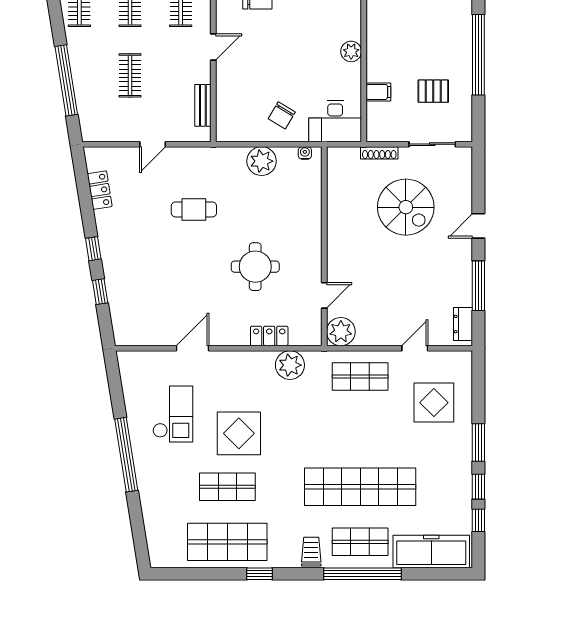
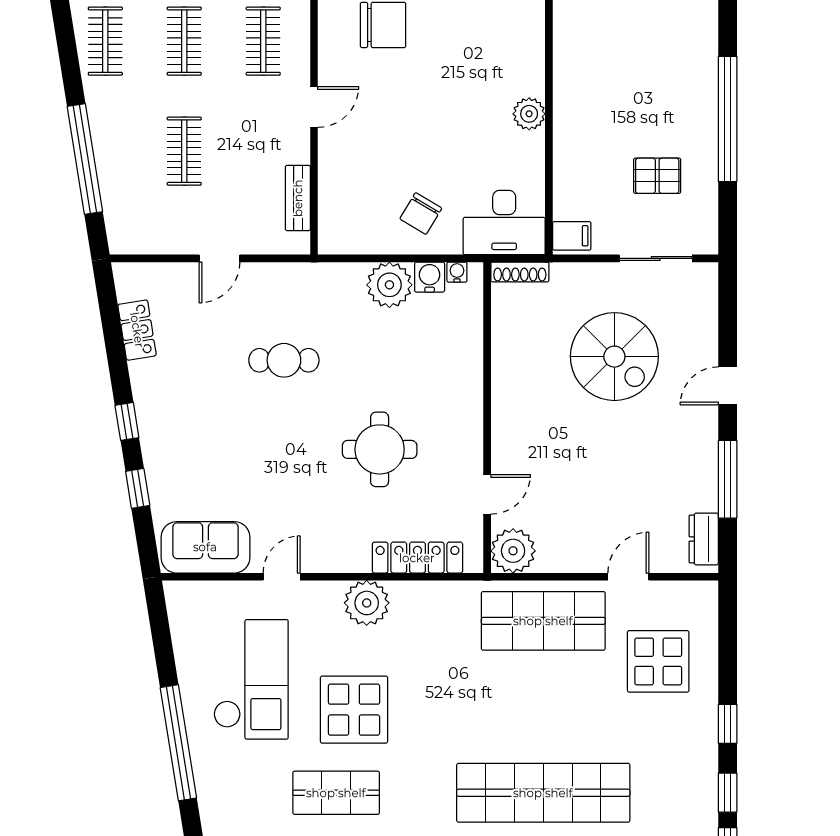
filing cabinet: (378, 92) -> (572, 236), moved
shoe rack: (379, 153) -> (520, 272), moved
water cooler: (287, 156) -> (430, 277), added
sofa: (144, 329) -> (205, 547), added
locker: (269, 336) -> (417, 558), width x1.53
door: (192, 348) -> (282, 577), width x0.73
plant: (290, 365) -> (367, 603), moved
shop shelf: (360, 377) -> (543, 621), width x1.43, depth x1.36
checkout: (173, 414) -> (251, 679), width x1.36, depth x1.21
window: (478, 443) -> (728, 724), width x0.67

